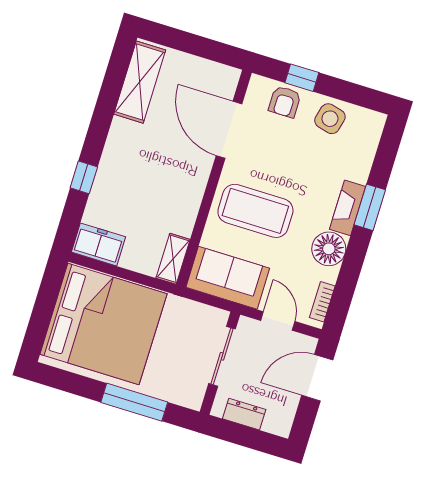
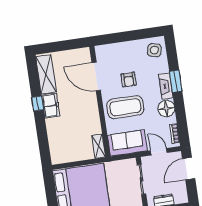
window: (302, 78) -> (118, 38), removed
armchair: (285, 102) -> (129, 80), moved
side table: (330, 119) -> (154, 50), moved
window: (84, 177) -> (38, 103), moved
freezer: (98, 244) -> (51, 106), moved, turned 90

